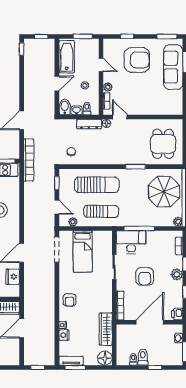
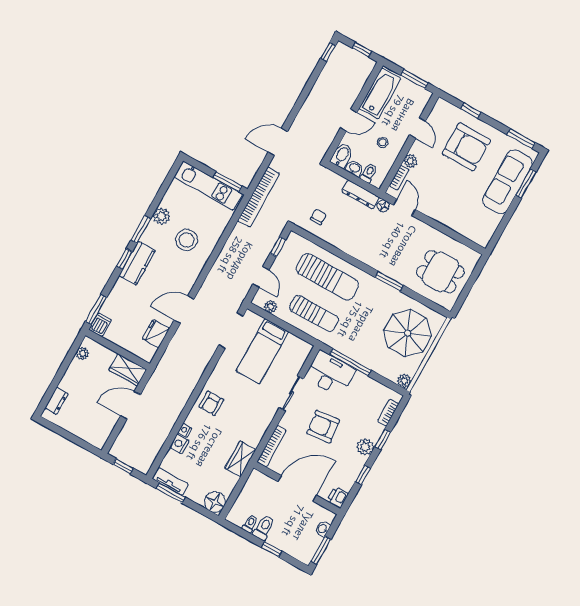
dining table: (163, 144) -> (440, 272), turned 90
armchair: (145, 276) -> (323, 427), turned 84
wardrobe: (106, 329) -> (240, 459), width x0.67

